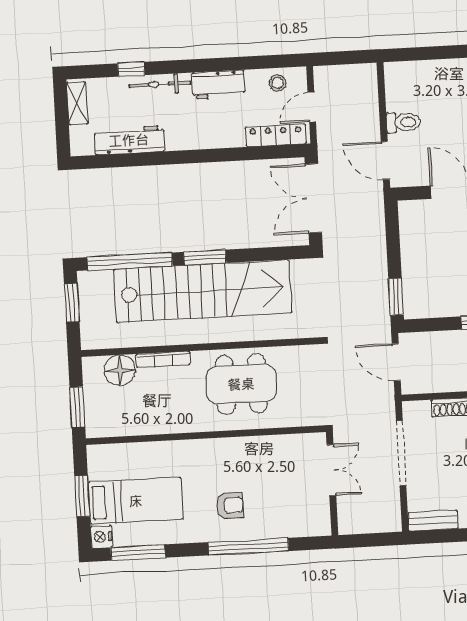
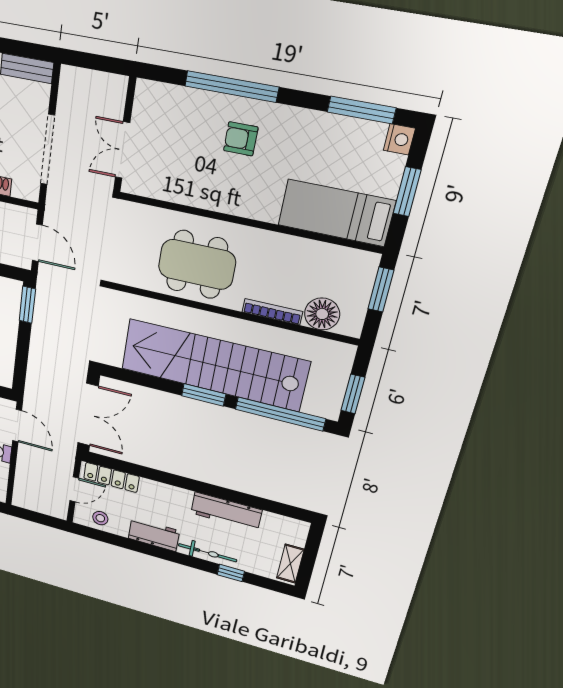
workbench: (129, 140) -> (226, 511), moved
bed: (136, 501) -> (336, 213), moved

